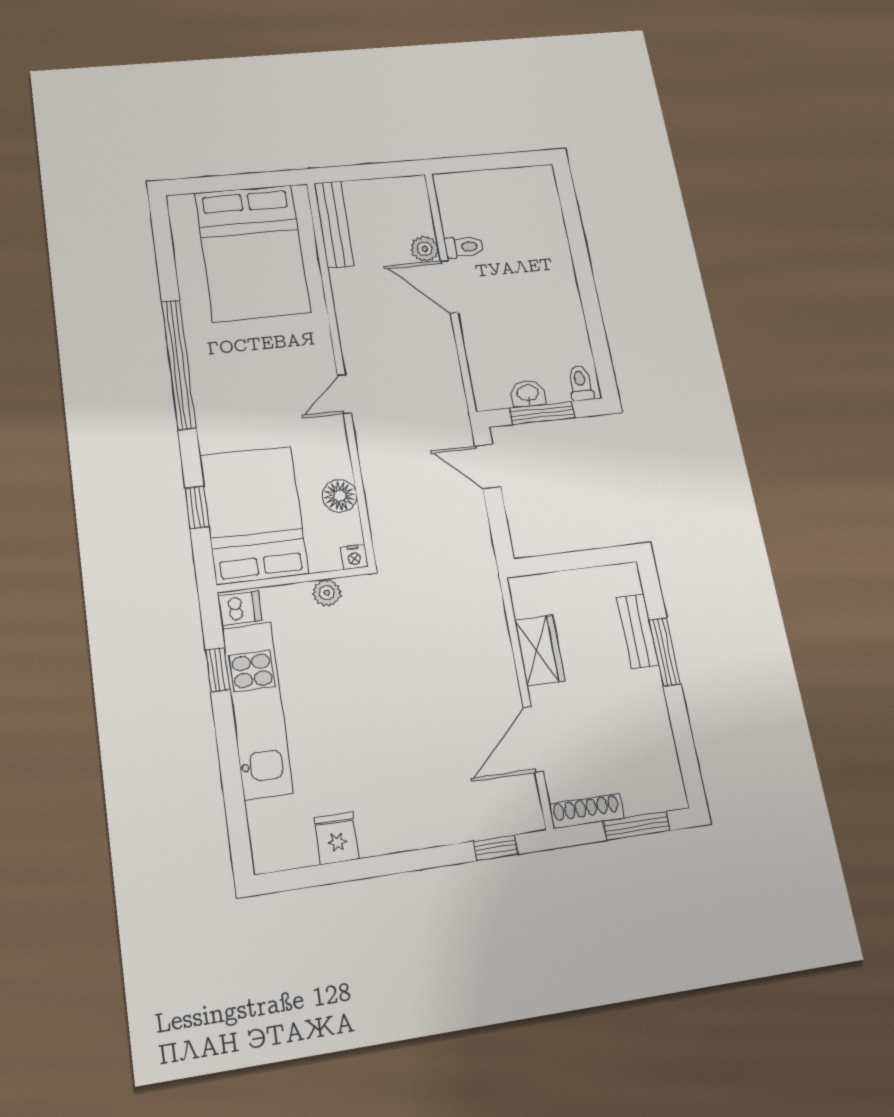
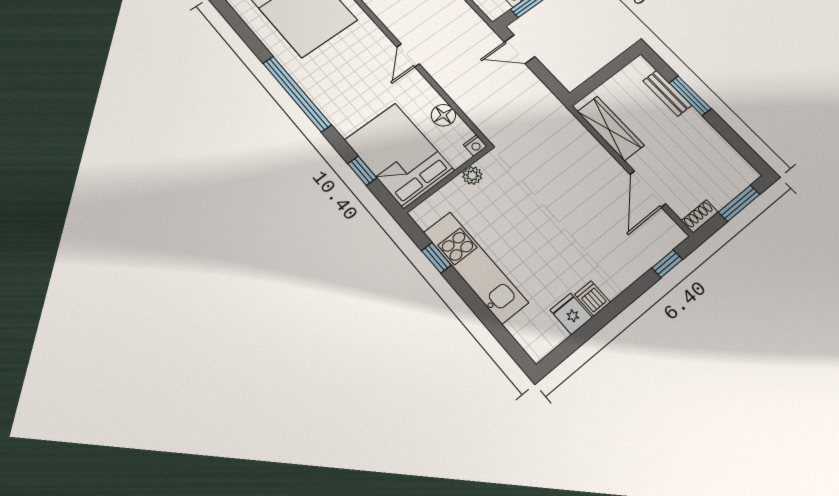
dishwasher: (240, 608) -> (592, 298), moved, turned -90
wardrobe: (540, 651) -> (611, 128), width x1.50
shoe rack: (587, 811) -> (700, 216), width x0.70

